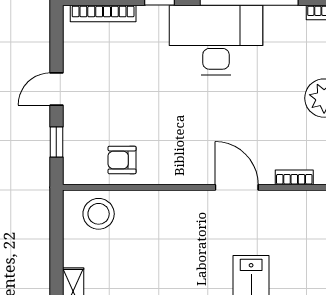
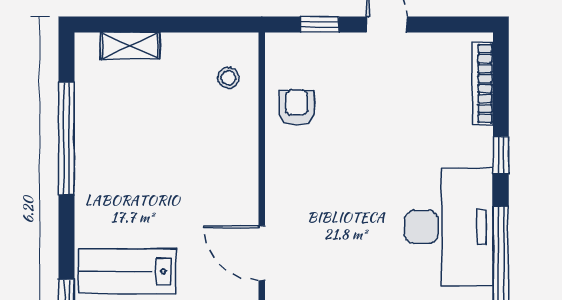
door: (237, 187) -> (262, 253), swing flipped
stool: (99, 214) -> (228, 78), width x0.53, depth x0.53

